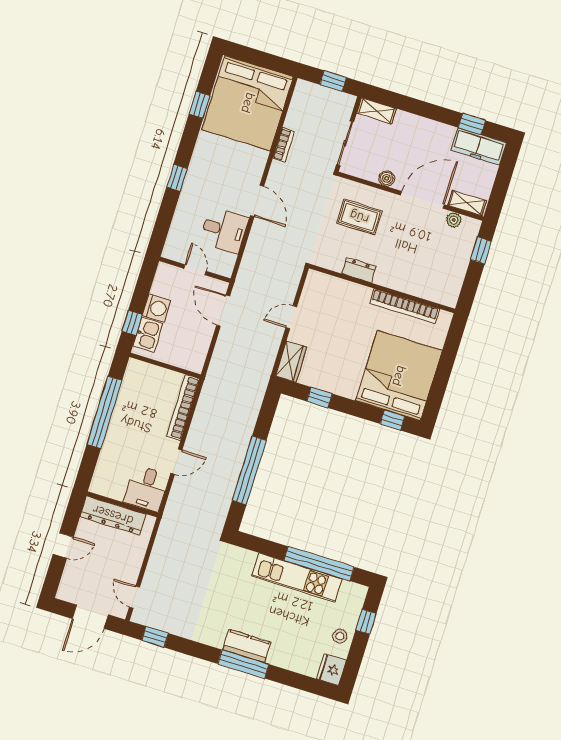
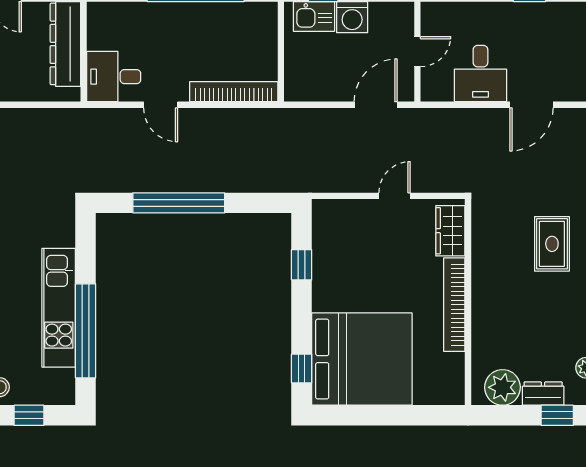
dresser: (359, 270) -> (543, 394), moved, turned -90
plant: (449, 283) -> (503, 387), added
bookcase: (405, 306) -> (454, 305), moved
door: (291, 317) -> (395, 196), hinge flipped
wardrobe: (291, 361) -> (450, 231), moved, turned 90

